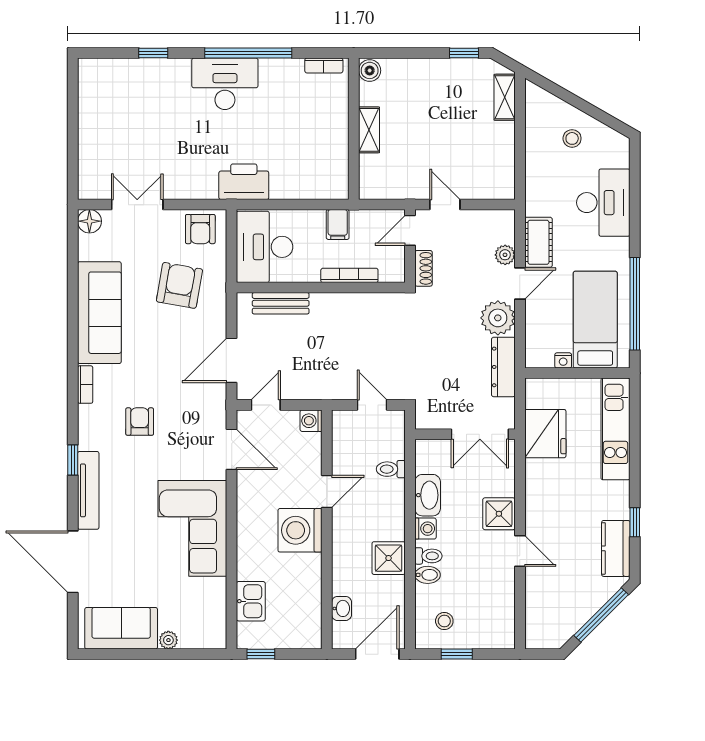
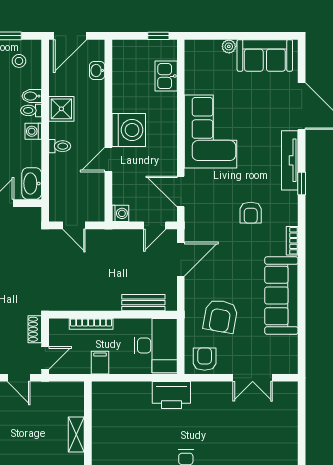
floor lamp: (89, 221) -> (289, 365), removed
toilet: (391, 469) -> (60, 146), moved
washbasin: (428, 495) -> (32, 183), moved

